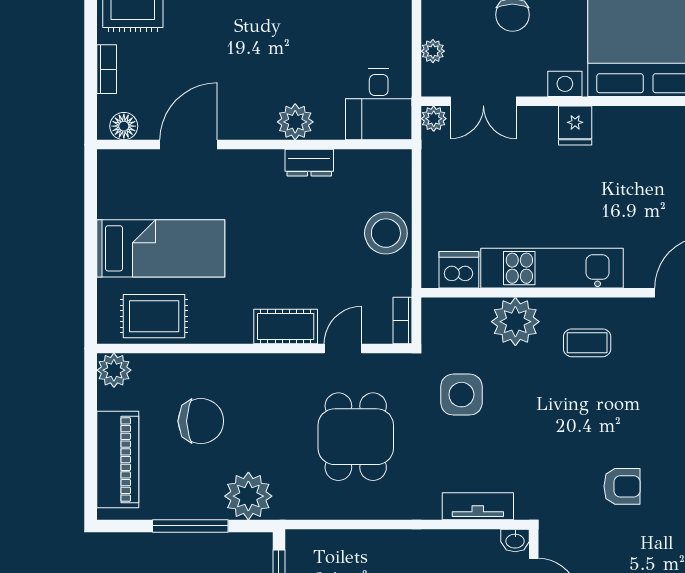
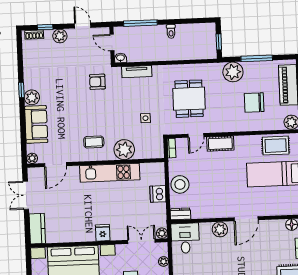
door: (189, 145) -> (246, 219), moved
dresser: (309, 163) -> (180, 214), moved
dishwasher: (459, 270) -> (158, 194), moved, turned 90
side table: (461, 395) -> (145, 118), width x0.54, depth x0.54
armchair: (622, 486) -> (97, 82), moved

